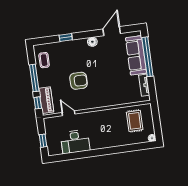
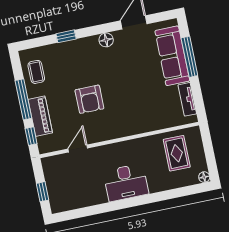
window: (147, 57) -> (189, 57), width x0.68
armchair: (79, 81) -> (89, 99), turned 90
piano: (46, 100) -> (40, 116), moved
door: (69, 113) -> (78, 149), hinge flipped
desk: (75, 142) -> (126, 183), moved

